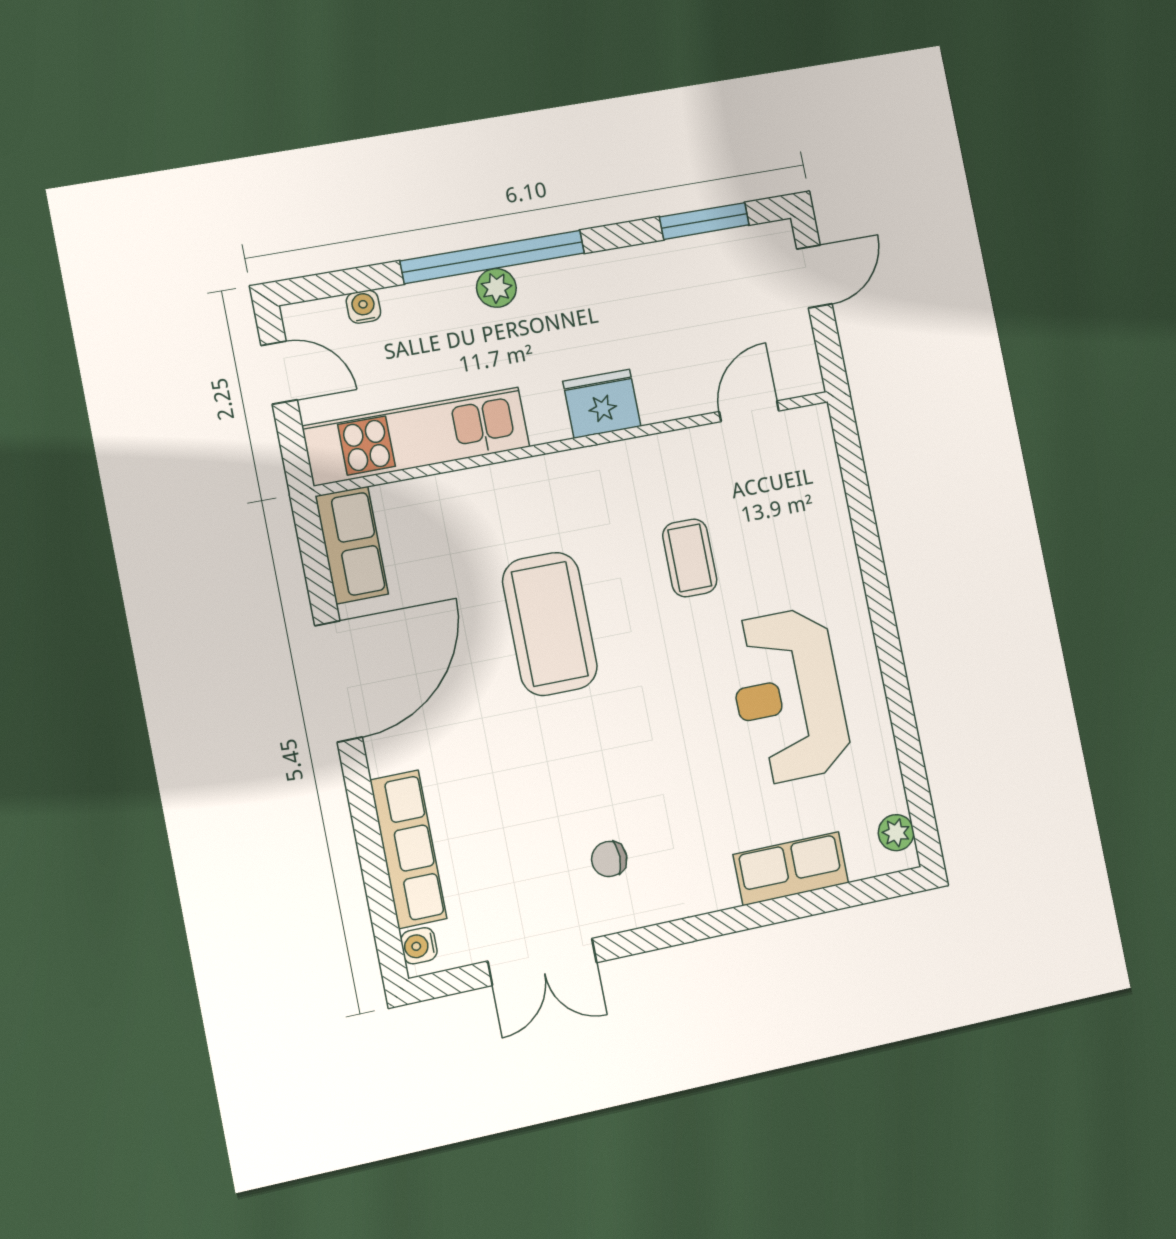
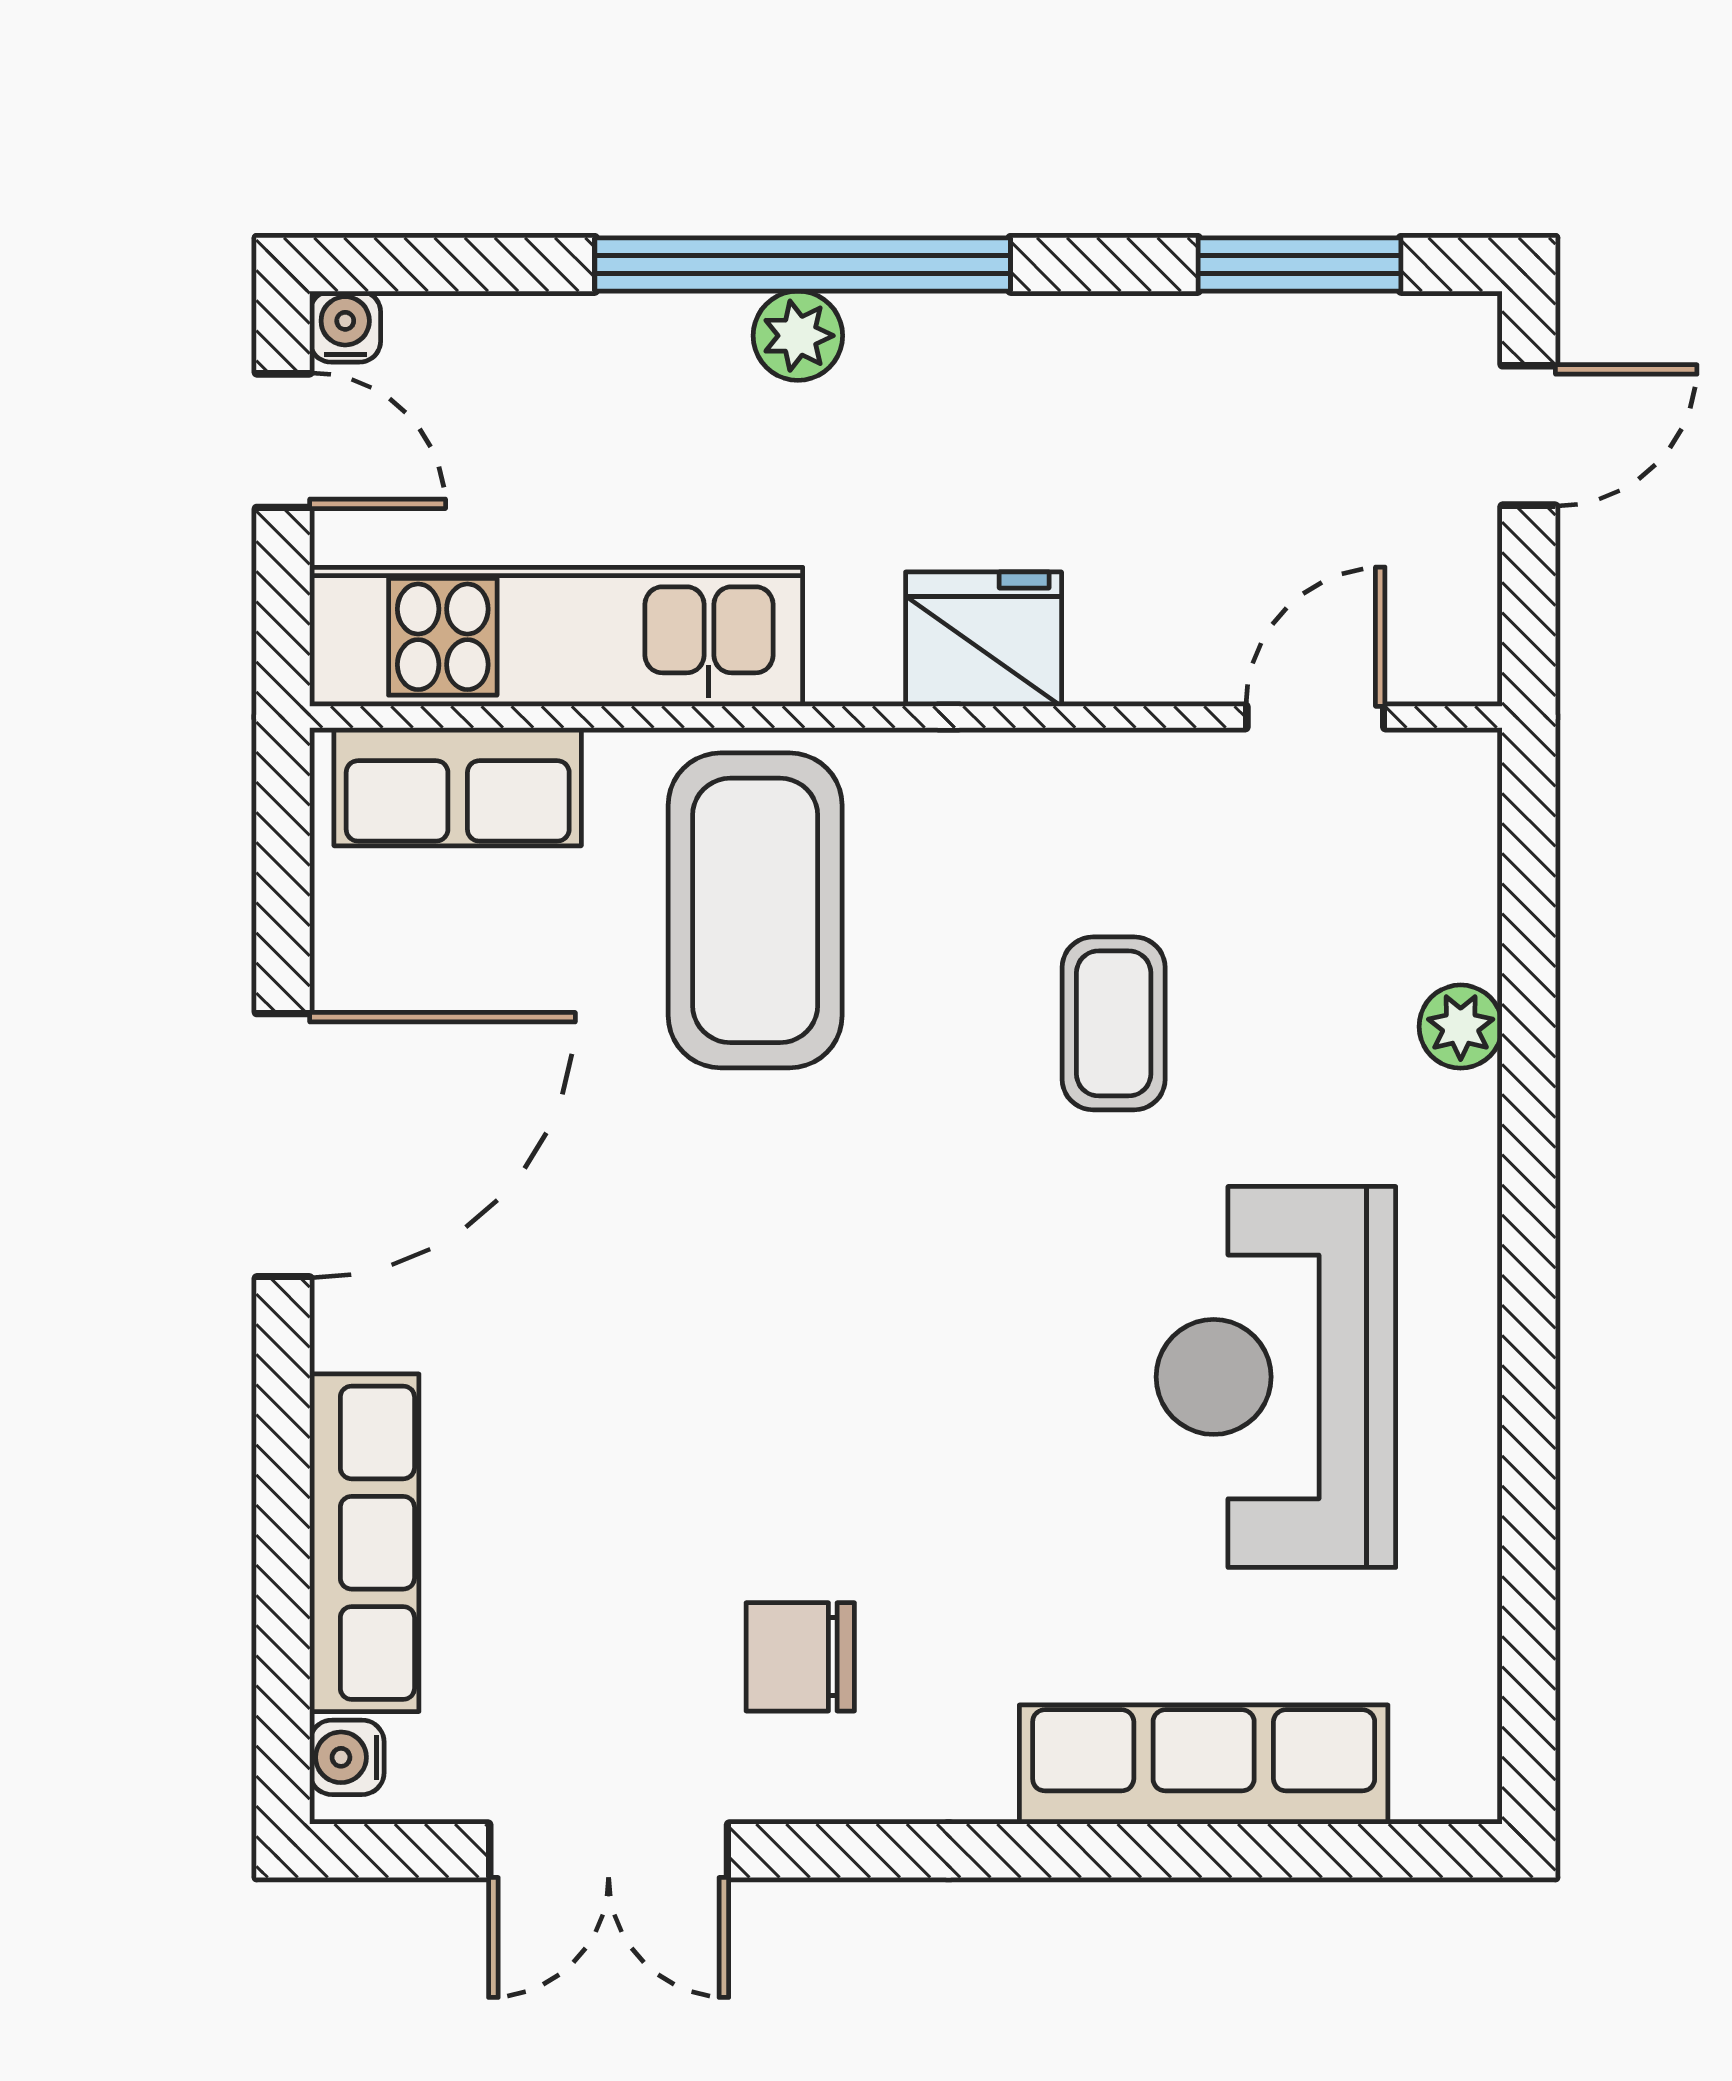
water cooler: (363, 307) -> (345, 327), moved
row of seats: (352, 545) -> (458, 787), moved, turned 90
coffee table: (550, 624) -> (755, 910), moved
plant: (896, 833) -> (1461, 1027), moved
chair: (609, 859) -> (800, 1657), width x1.37, depth x1.37
row of seats: (791, 869) -> (1204, 1765), width x1.48

